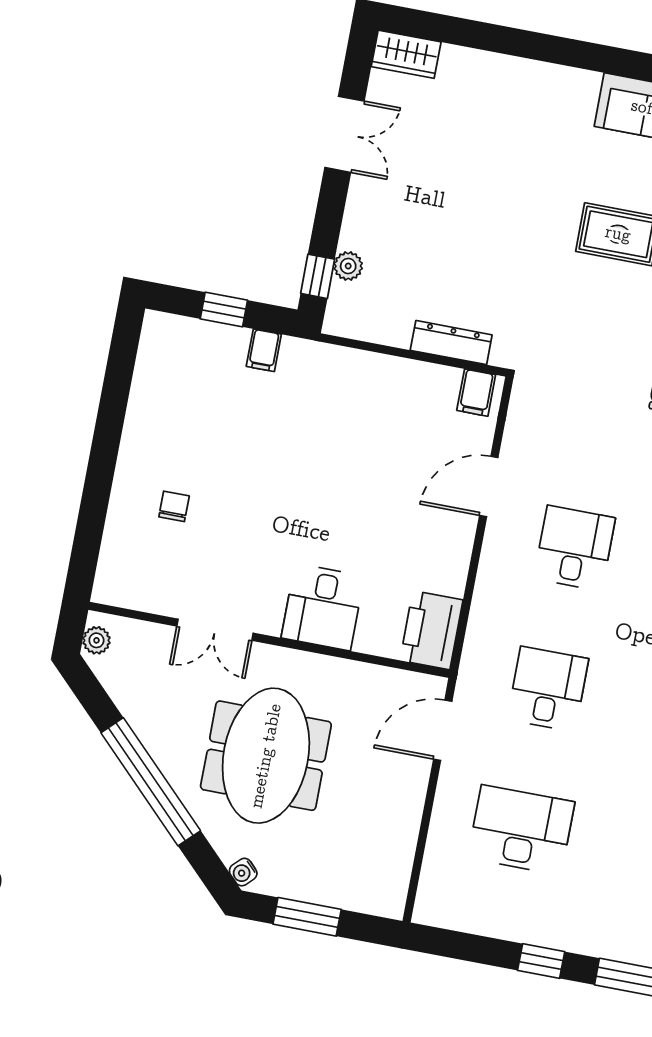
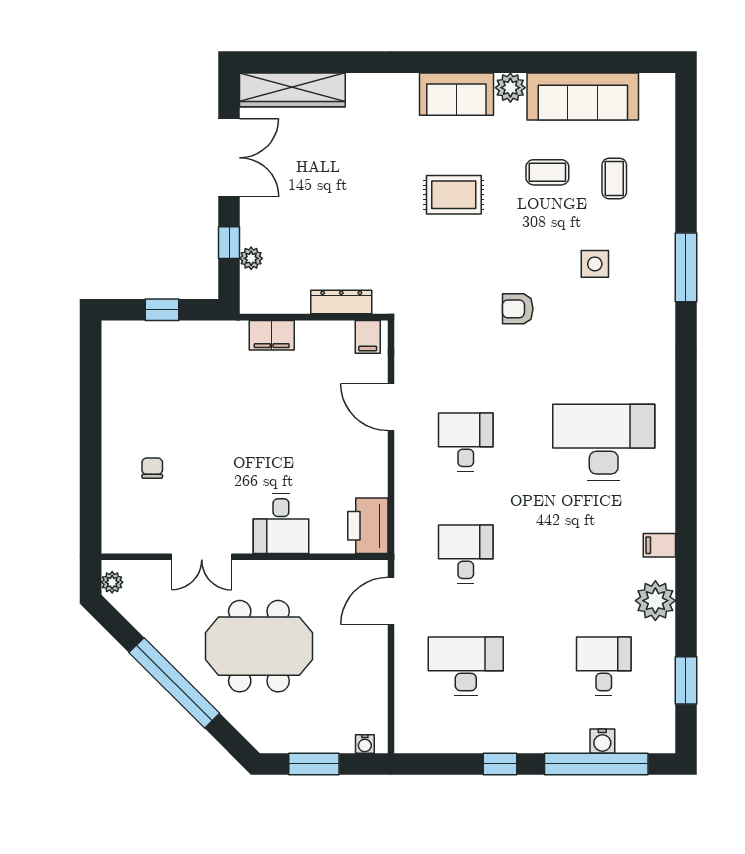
wardrobe: (406, 54) -> (292, 90), width x2.10, depth x1.17
double door: (344, 134) -> (229, 158), width x1.37
window: (318, 276) -> (229, 243), moved
filing cabinet: (264, 350) -> (272, 335), moved, width x2.00
door: (489, 486) -> (391, 407), hinge flipped
meeting table: (266, 756) -> (259, 646), turned 90
water cooler: (243, 872) -> (365, 744), moved, turned -45

